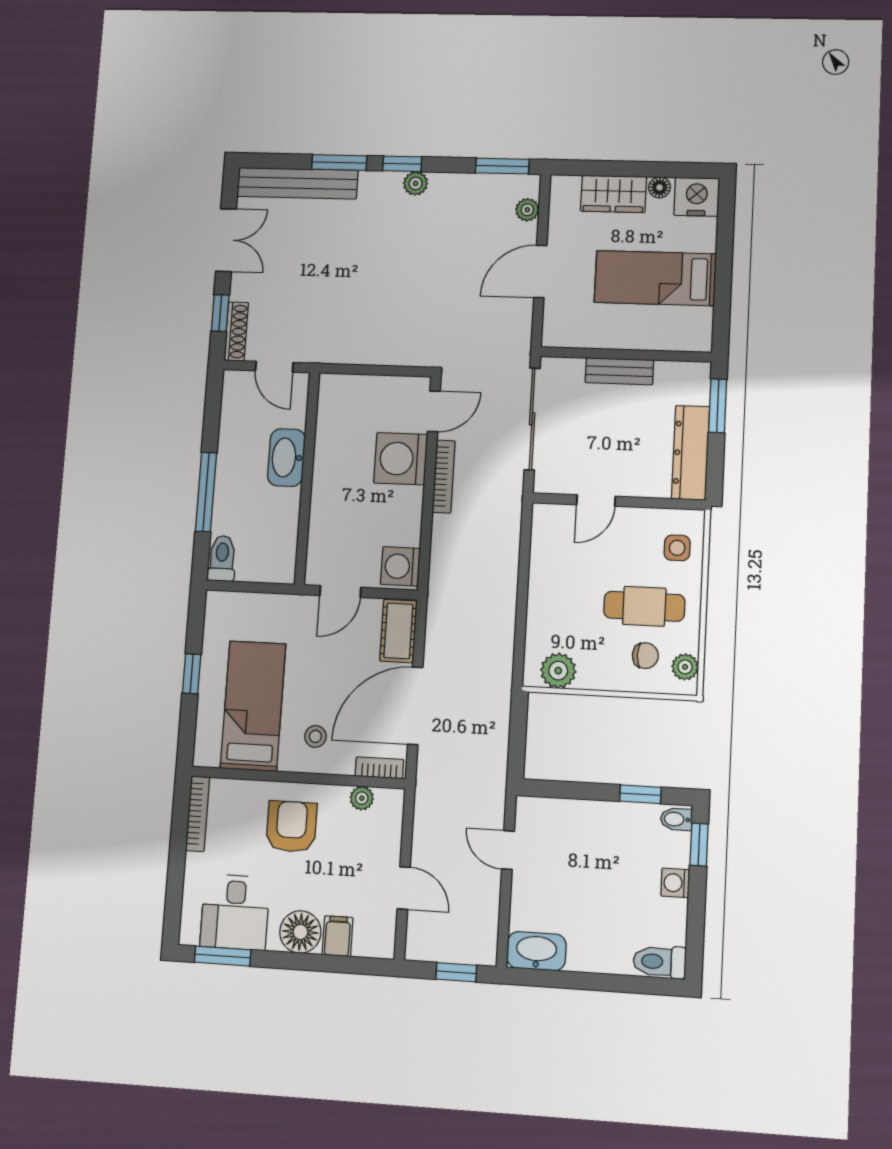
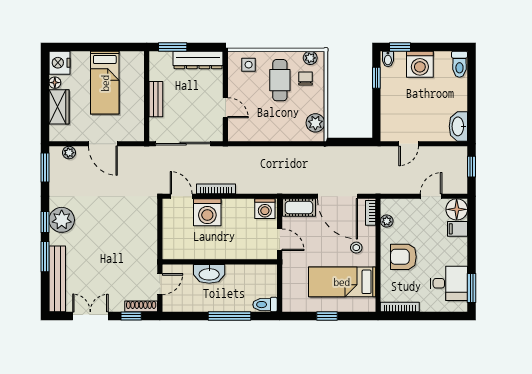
plant: (416, 183) -> (62, 220), width x1.88, depth x1.88
washing machine: (675, 883) -> (420, 64), width x1.89, depth x1.89
floor lamp: (300, 932) -> (457, 209), moved

